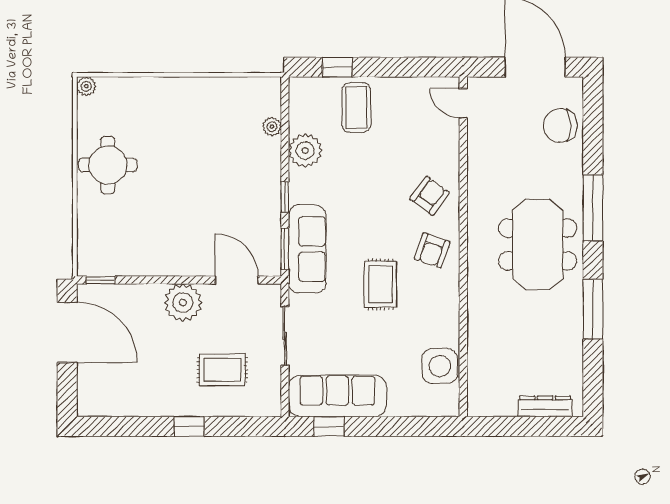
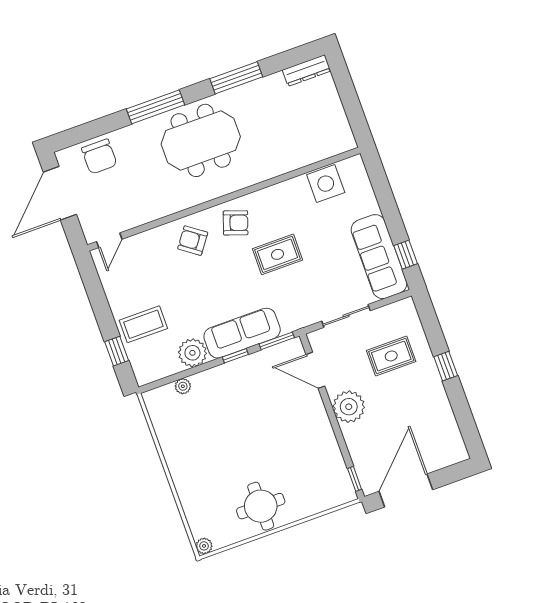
sofa: (307, 249) -> (242, 333), moved
door: (237, 280) -> (315, 370), hinge flipped
rug: (222, 370) -> (391, 356), turned 90
dresser: (545, 406) -> (307, 71), moved, turned -90

